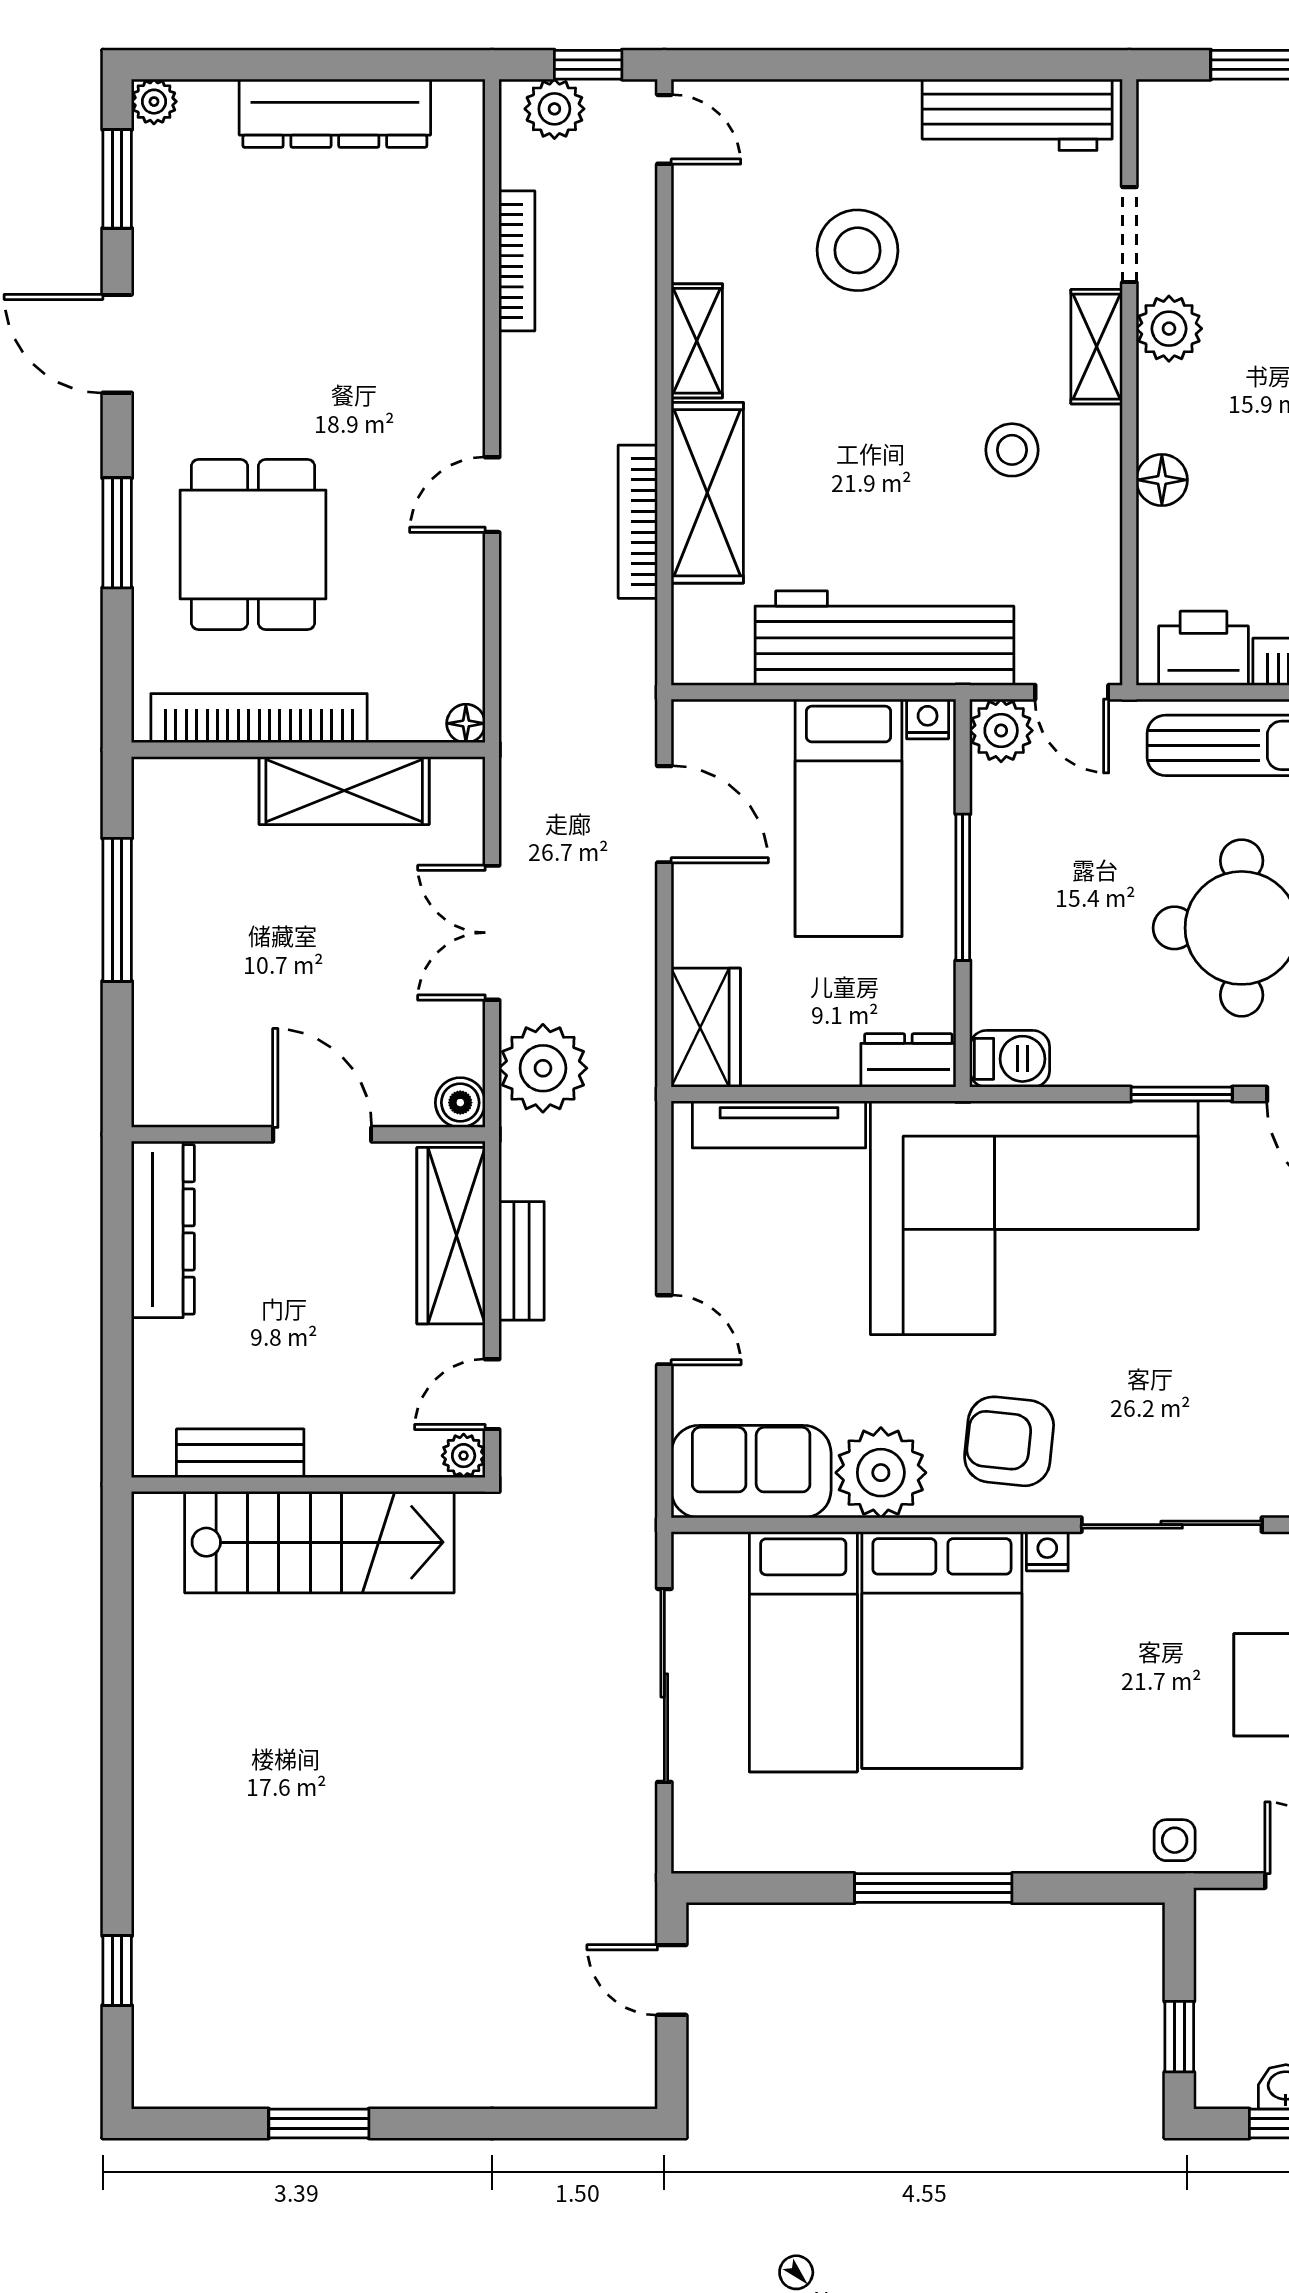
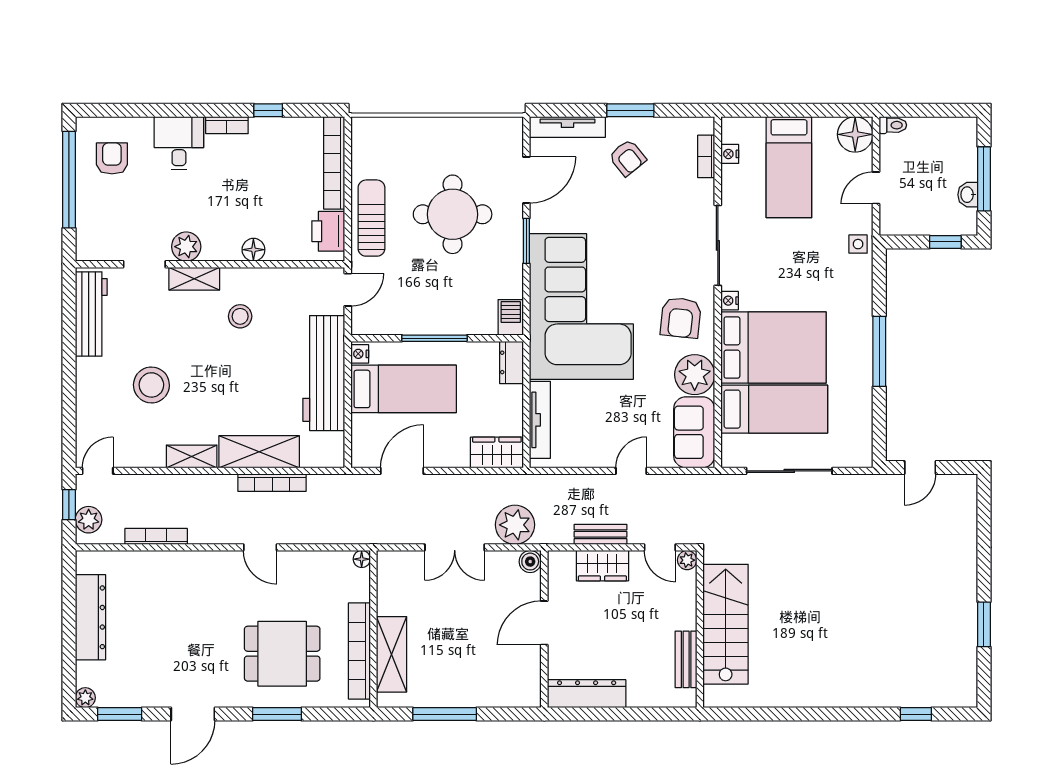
plant: (1001, 731) -> (365, 321), removed
shelving: (344, 791) -> (391, 654), moved
wardrobe: (451, 1236) -> (602, 566), width x0.67

